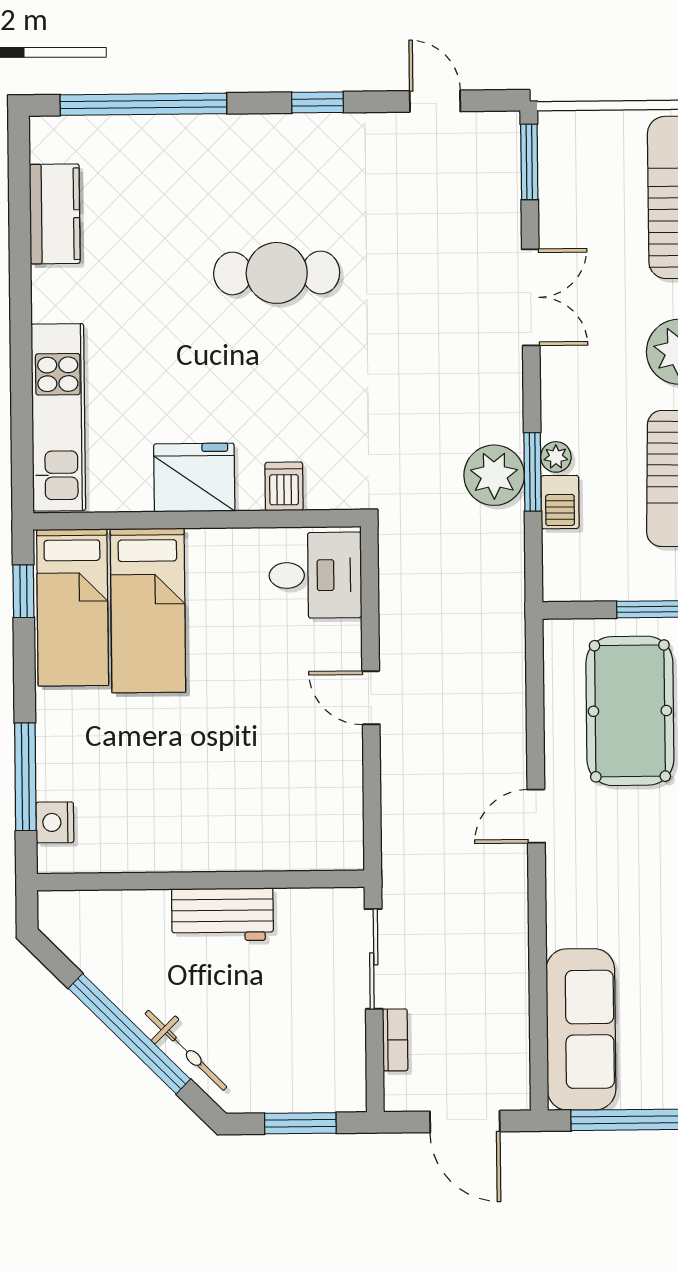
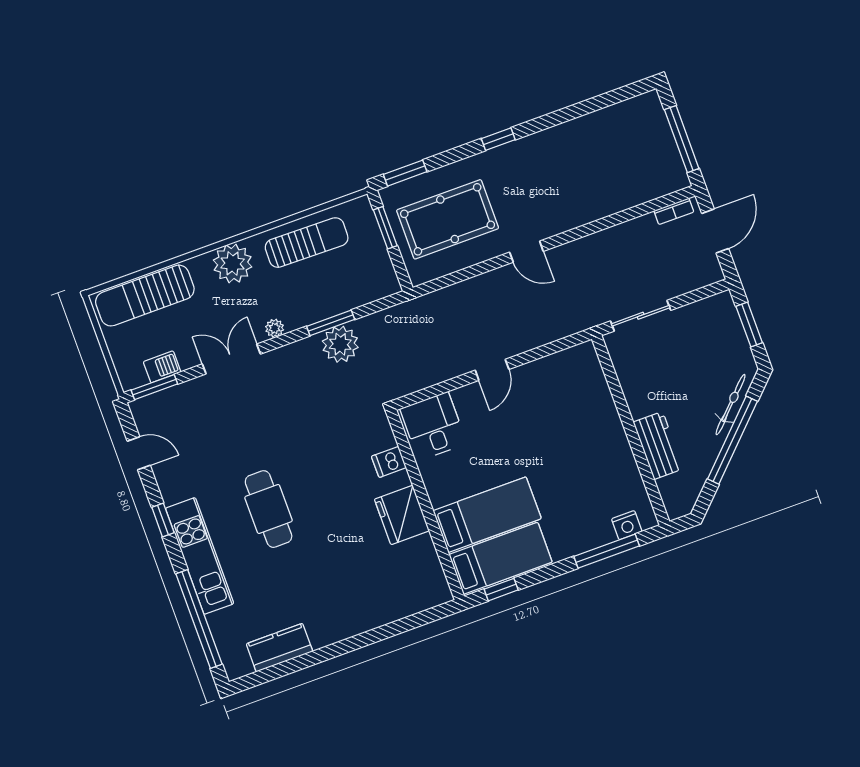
door: (435, 101) -> (139, 453), swing flipped
kitchen unit: (58, 417) -> (200, 556), moved, turned 90
plant: (556, 457) -> (275, 328), moved
barbecue: (560, 502) -> (162, 367), moved
workbench: (222, 915) -> (658, 445), moved
sofa: (581, 1029) -> (639, 183), removed
bookcase: (395, 1040) -> (674, 211), moved, turned 180

